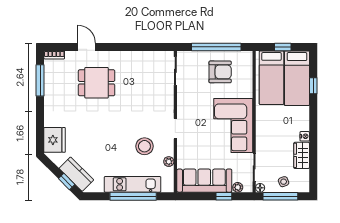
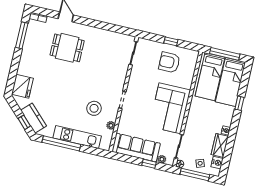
window: (216, 47) -> (171, 41), width x0.32
window: (283, 47) -> (225, 54), width x2.17
armchair: (220, 72) -> (169, 62), turned 180
window: (313, 86) -> (239, 103), moved
nightstand: (303, 176) -> (217, 163), added
window: (133, 196) -> (61, 143), moved

